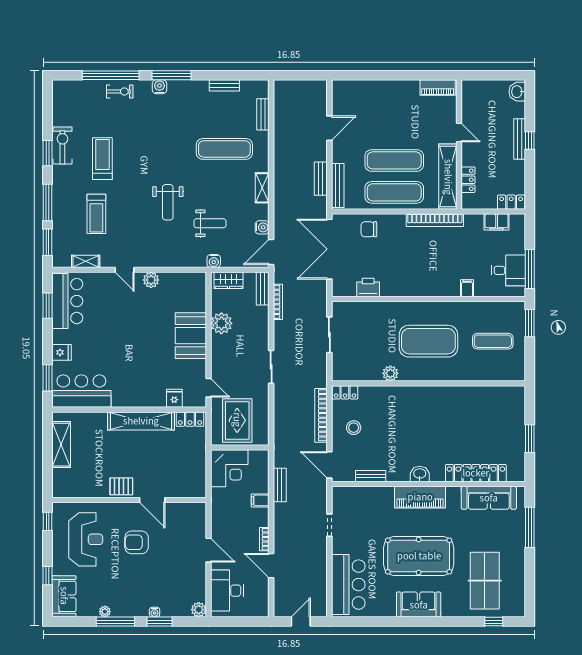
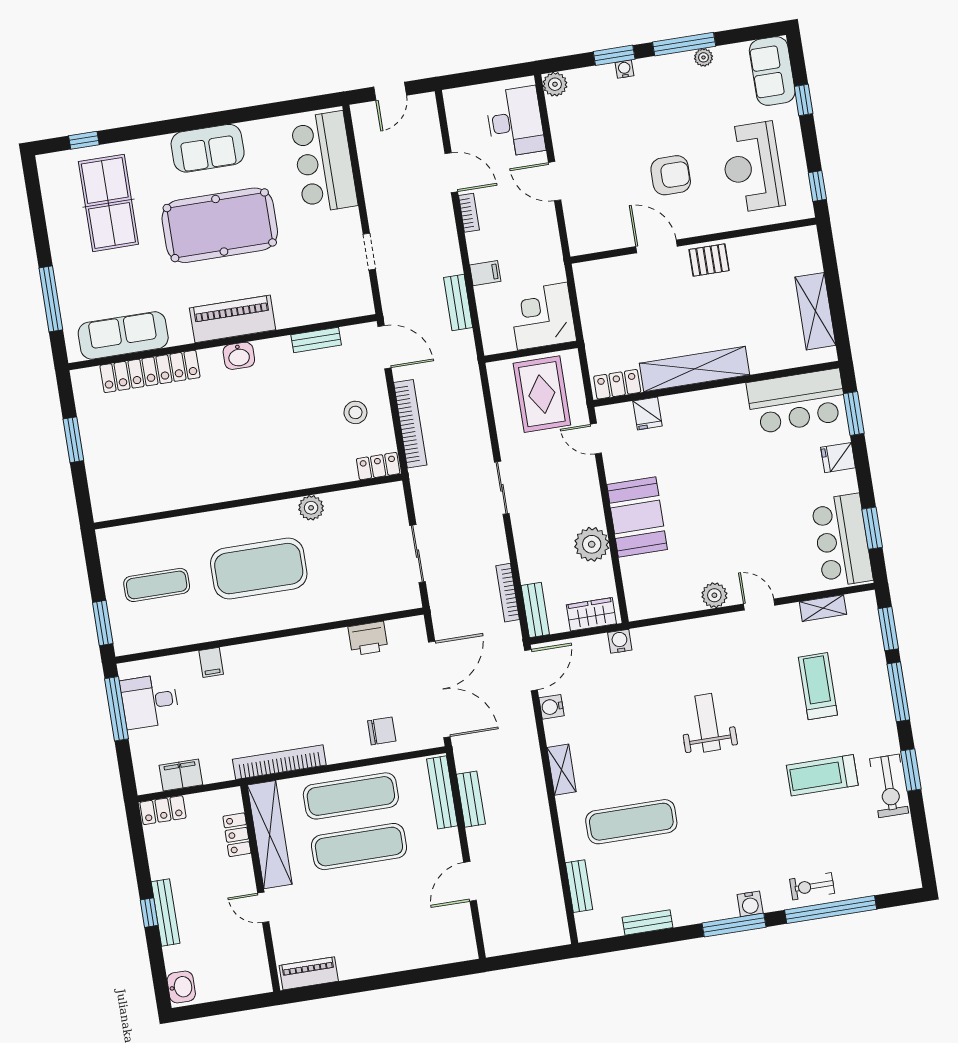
treadmill: (102, 159) -> (822, 775), turned 90
weight bench: (210, 223) -> (635, 700), removed

